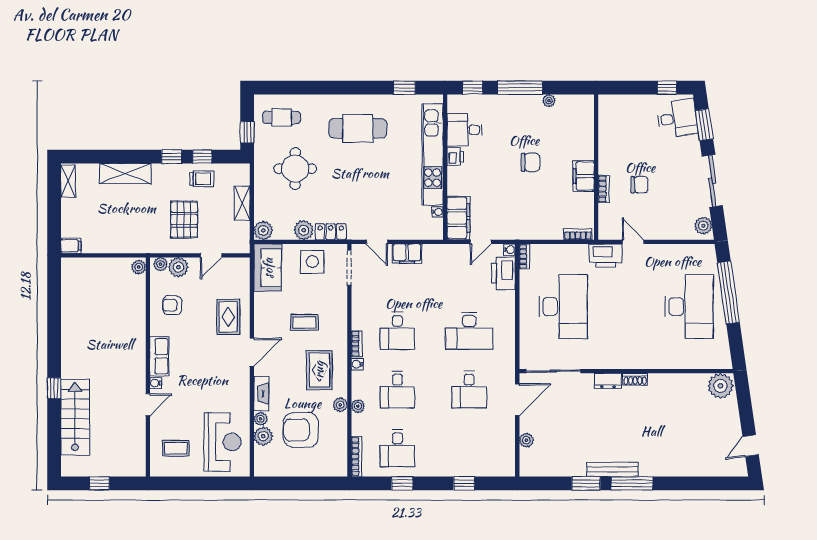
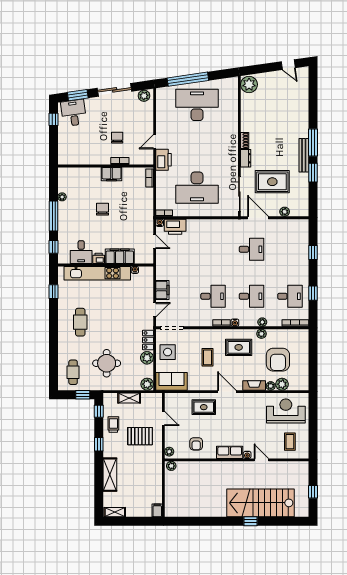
cafe table: (358, 128) -> (80, 322), width x0.73, depth x0.74
window: (202, 157) -> (99, 411), moved
filing cabinet: (458, 218) -> (120, 256), moved
plant: (178, 267) -> (171, 440), removed
desk: (563, 307) -> (197, 188), turned 180
desk: (469, 331) -> (213, 249), removed
stairs: (75, 417) -> (261, 503), width x1.36, depth x1.51
rug: (572, 421) -> (272, 182), added

